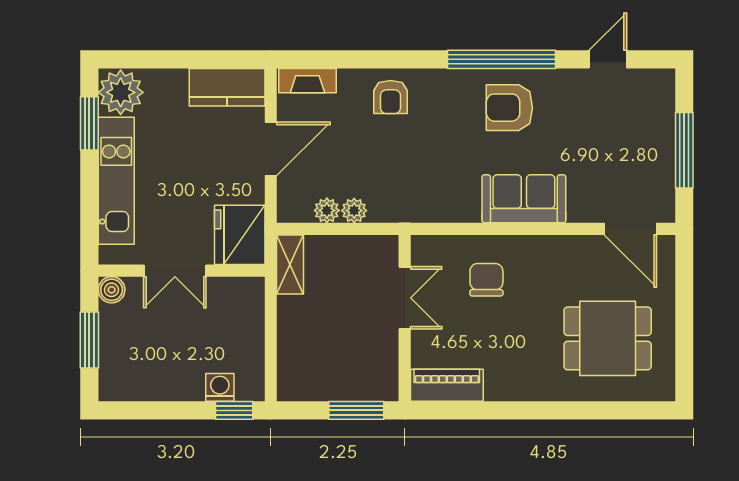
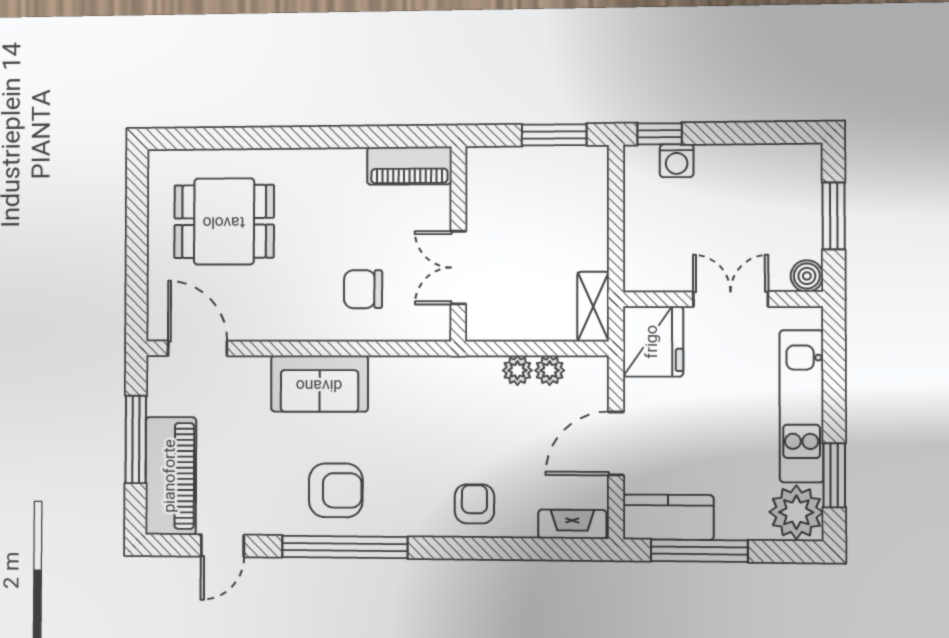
window: (201, 59) -> (699, 551), added
piano: (653, 119) -> (171, 476), added
chair: (486, 280) -> (363, 289), turned 90
window: (356, 410) -> (554, 135), moved

